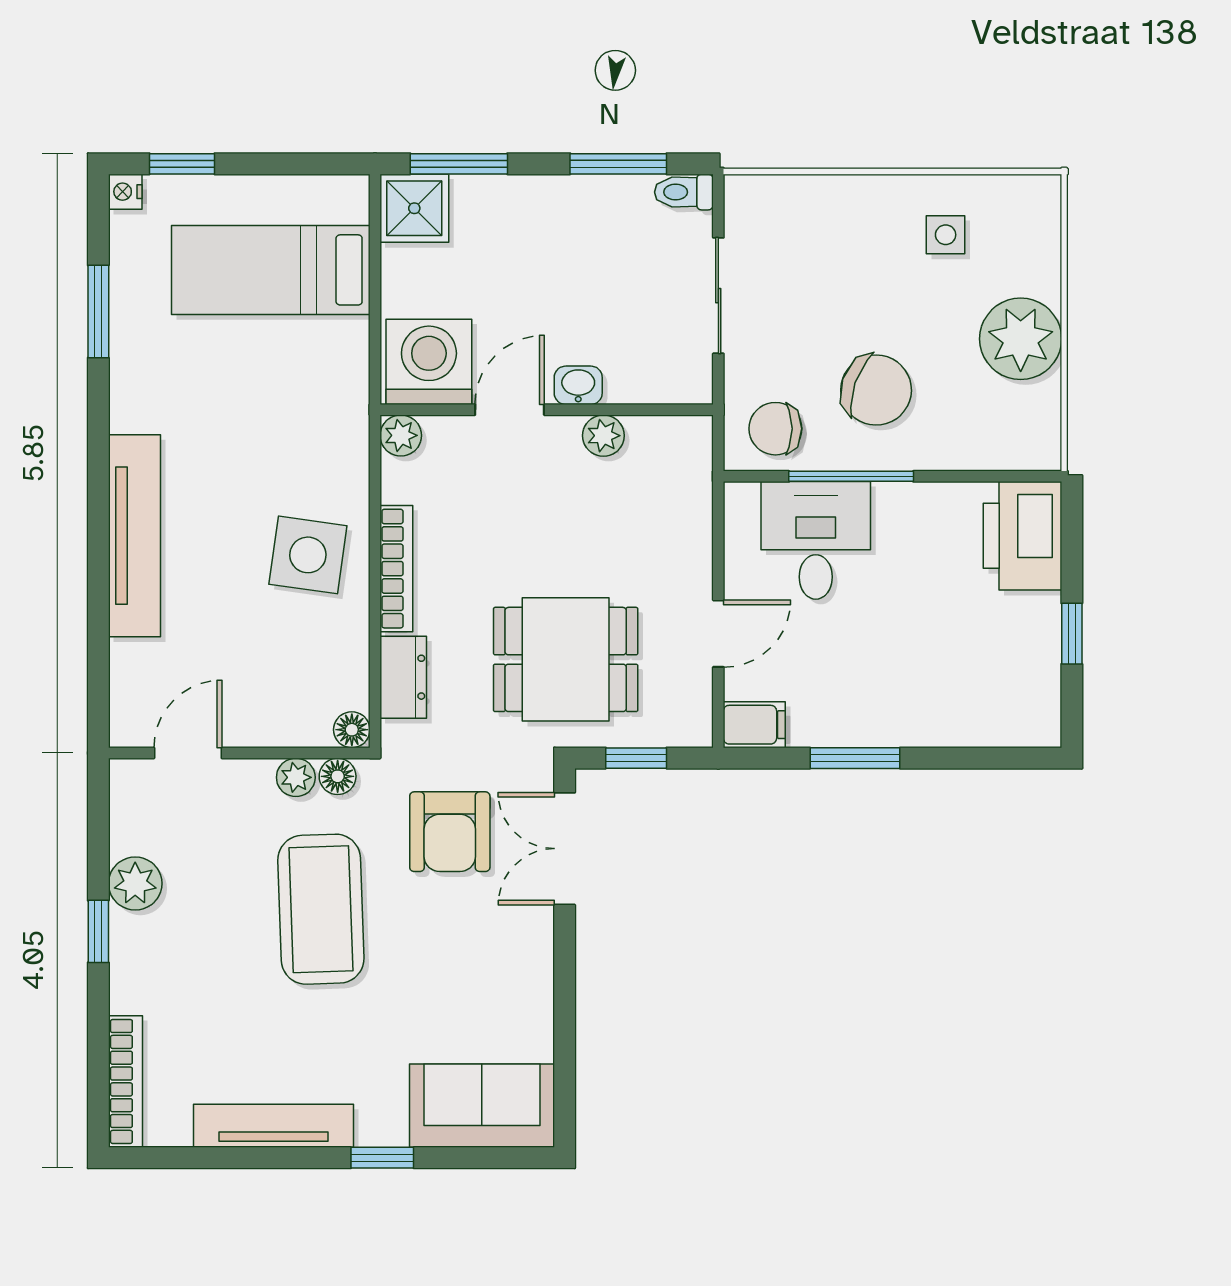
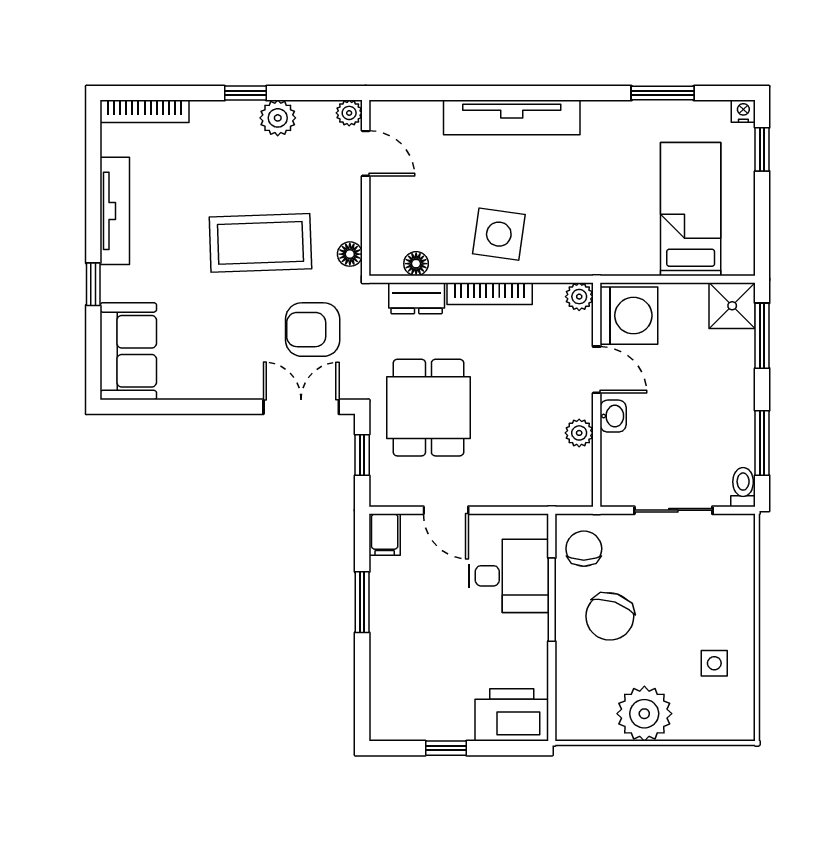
floor lamp: (352, 730) -> (416, 264), moved
plant: (296, 777) -> (349, 113), moved

